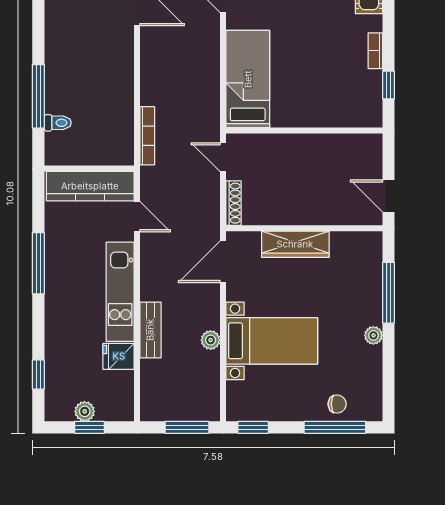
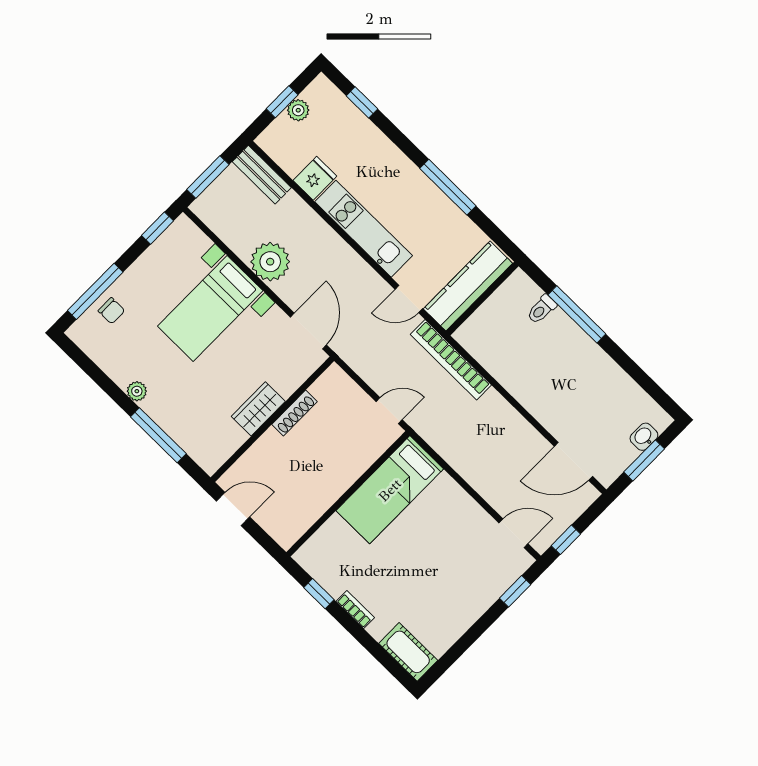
bed: (248, 79) -> (390, 490), moved, turned 90
bookcase: (147, 136) -> (451, 360), width x1.48, depth x1.31
shoe rack: (233, 203) -> (294, 413), moved, turned -90
wardrobe: (295, 244) -> (258, 409), width x0.67
bench: (150, 330) -> (262, 175), moved
plant: (211, 340) -> (270, 262), width x1.88, depth x1.88
chair: (337, 404) -> (111, 311), turned -90

